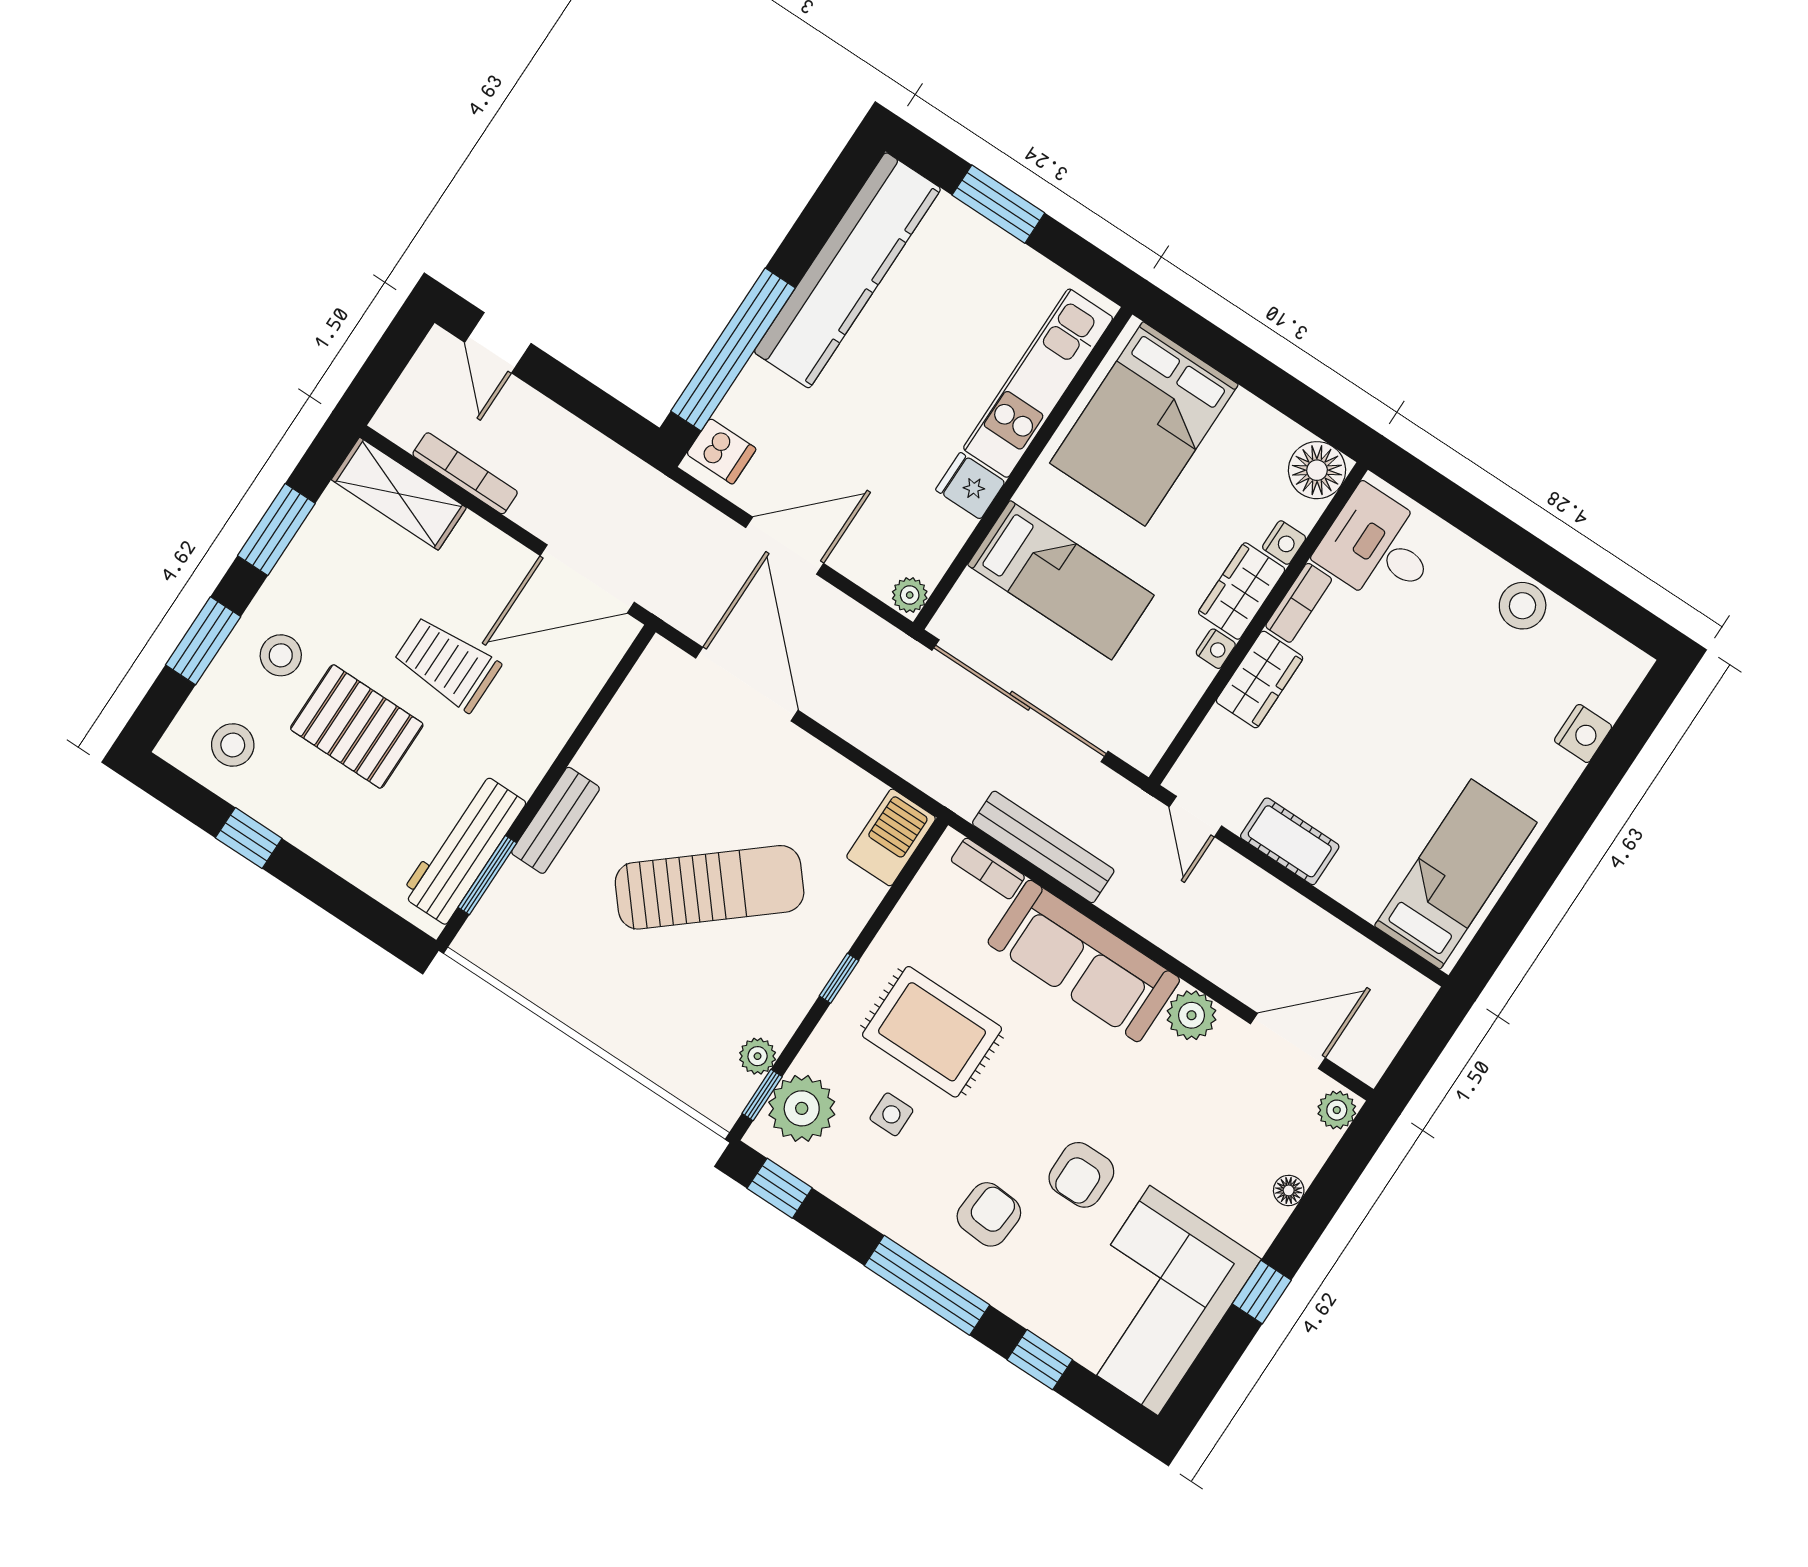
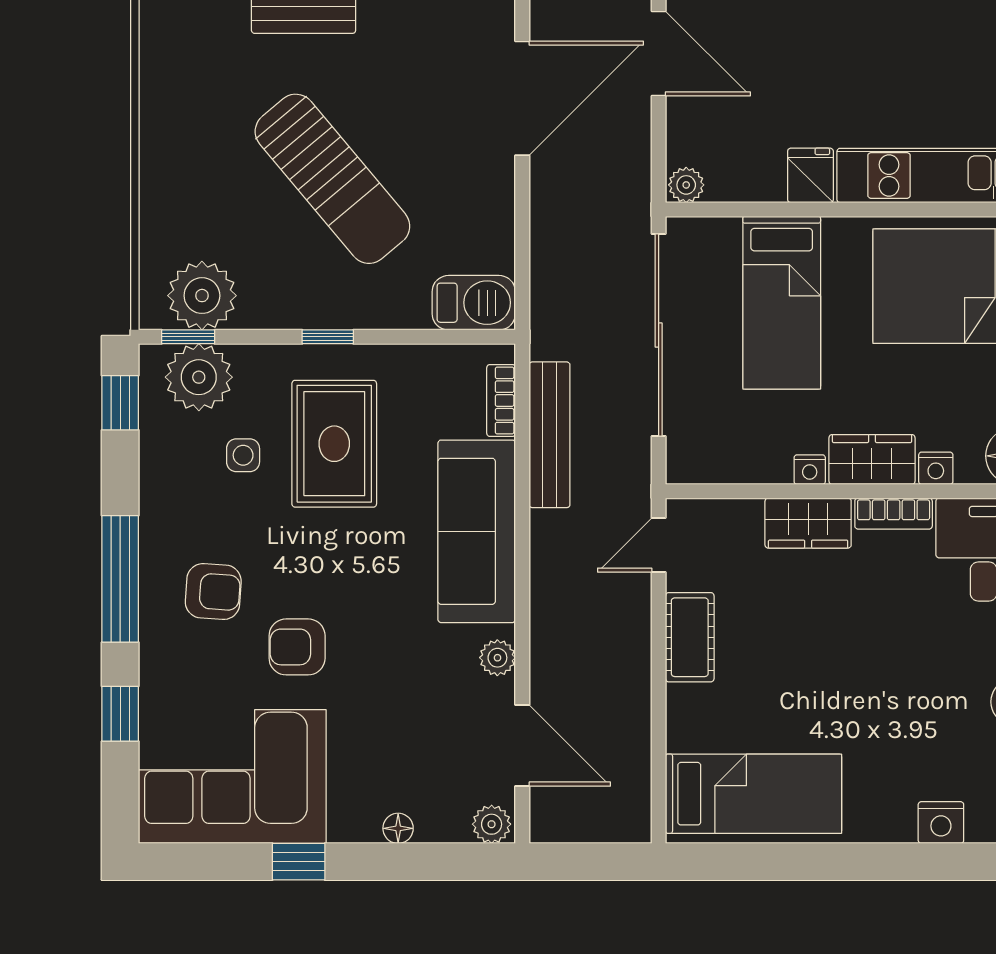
plant: (1192, 1015) -> (497, 658), width x0.73, depth x0.73
plant: (758, 1056) -> (202, 296), width x1.87, depth x1.87

